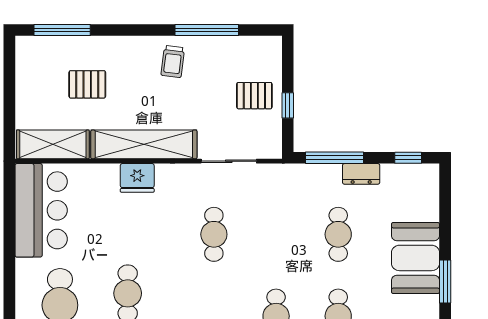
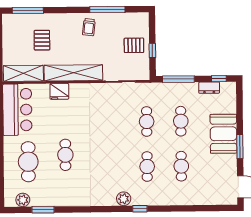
pallet: (87, 84) -> (42, 40), turned 90
dresser: (361, 174) -> (209, 88), moved
fridge: (137, 178) -> (59, 91), moved
cafe table: (214, 234) -> (147, 122), moved

